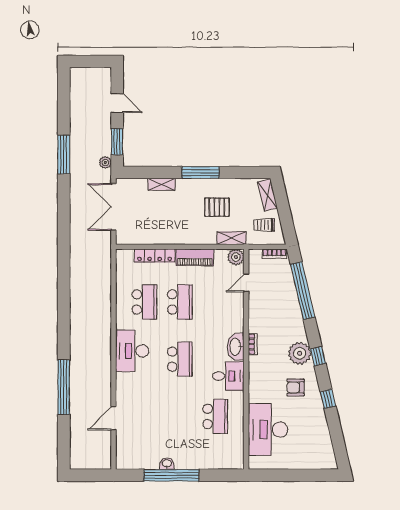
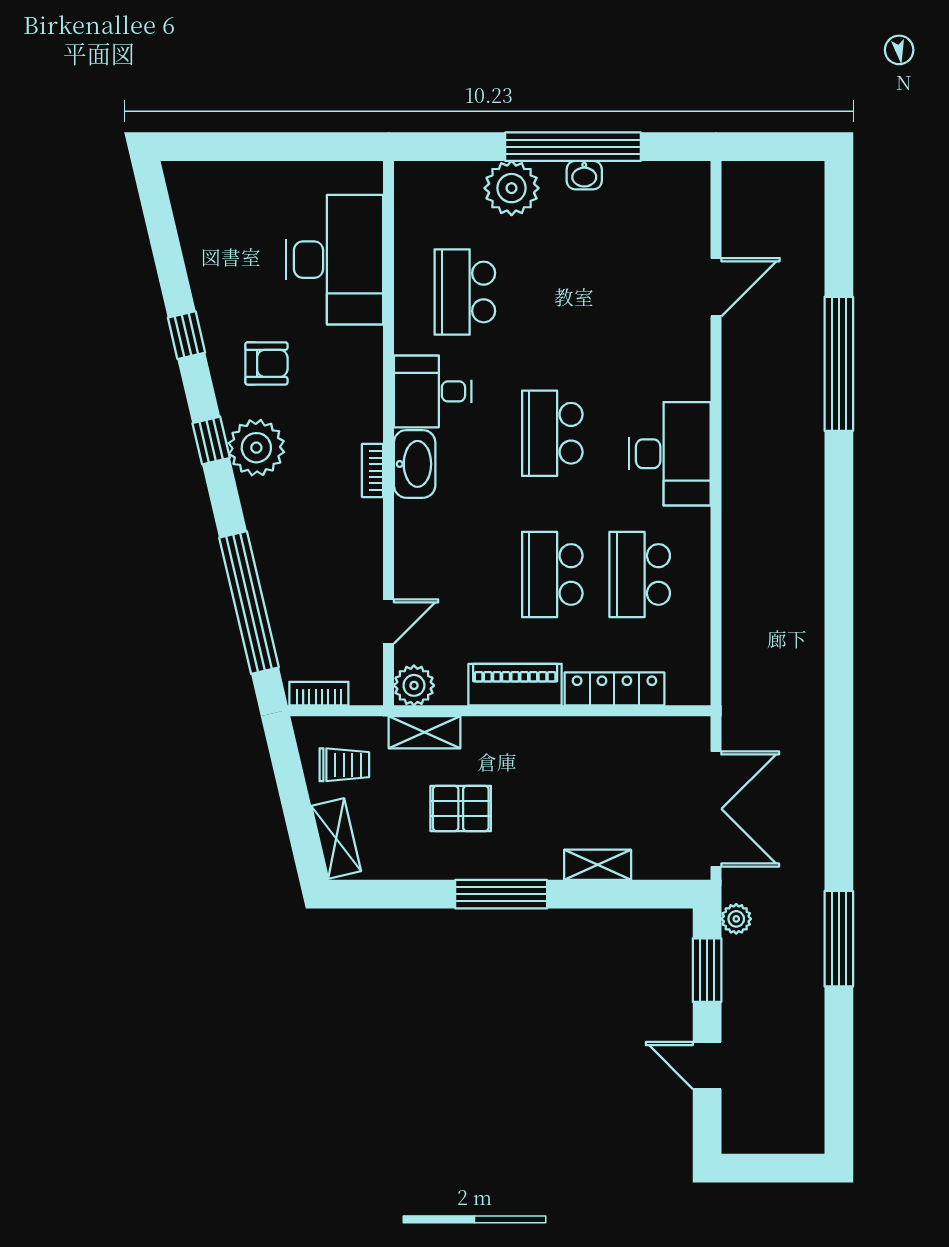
plant: (196, 458) -> (512, 188), added

